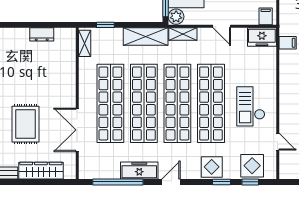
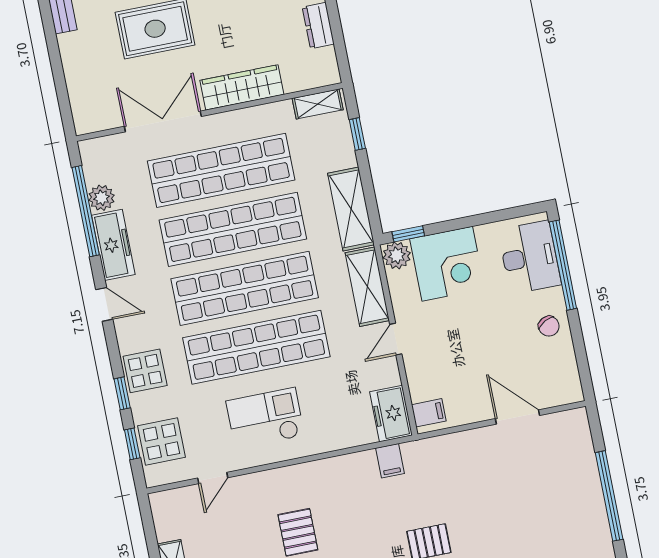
shelving: (183, 34) -> (367, 287), width x1.50, depth x1.33
wardrobe: (41, 171) -> (242, 87), moved, turned -90
plant: (112, 172) -> (101, 198), added

